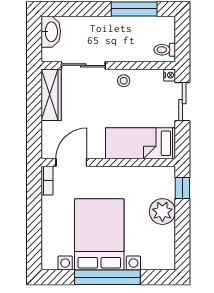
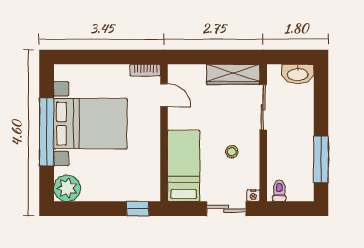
stool: (124, 81) -> (232, 152), moved
door: (71, 163) -> (164, 95), width x0.73
plant: (162, 212) -> (67, 188), moved

